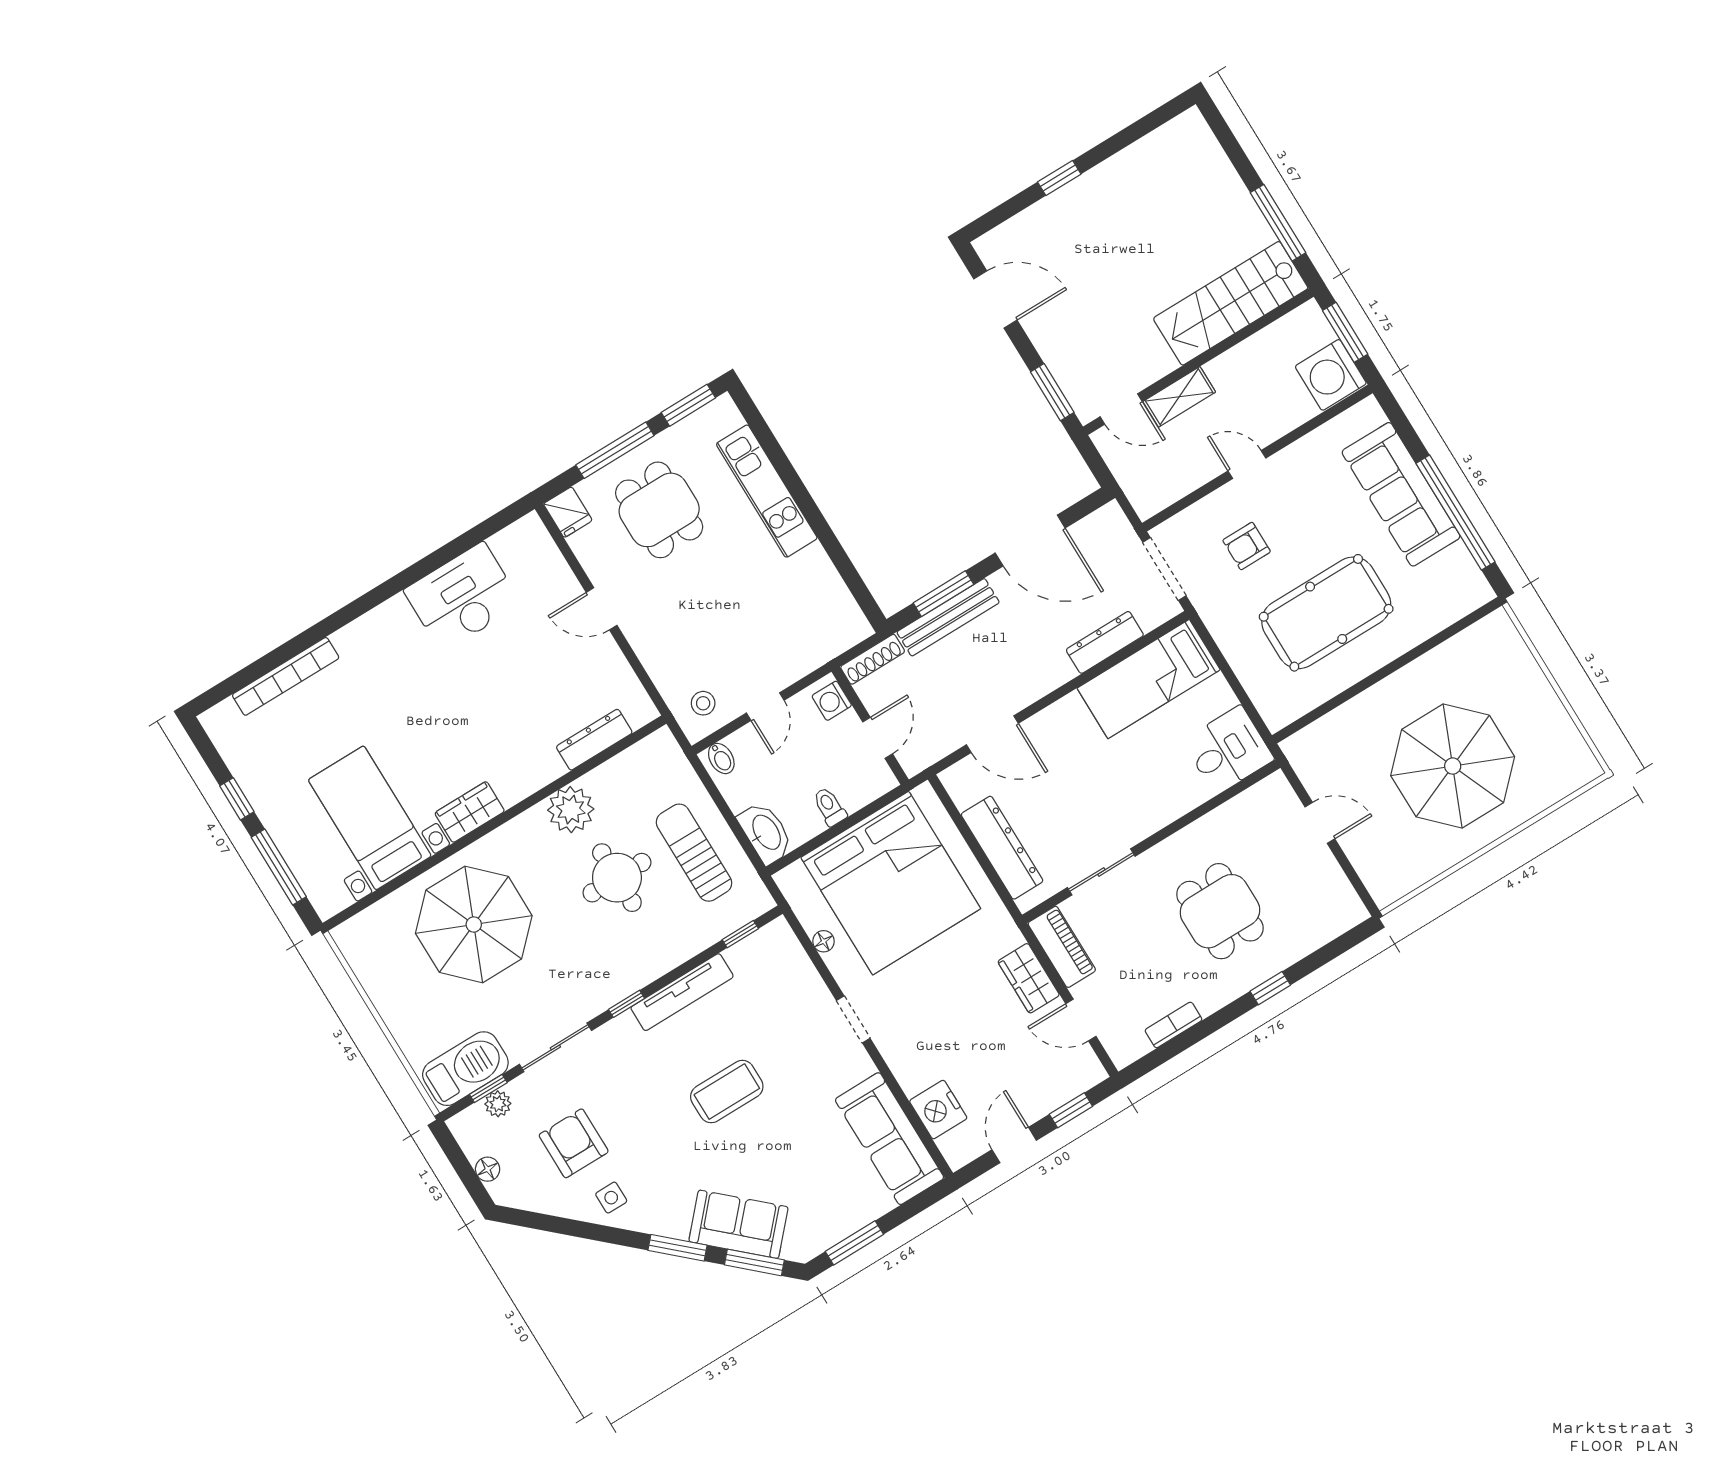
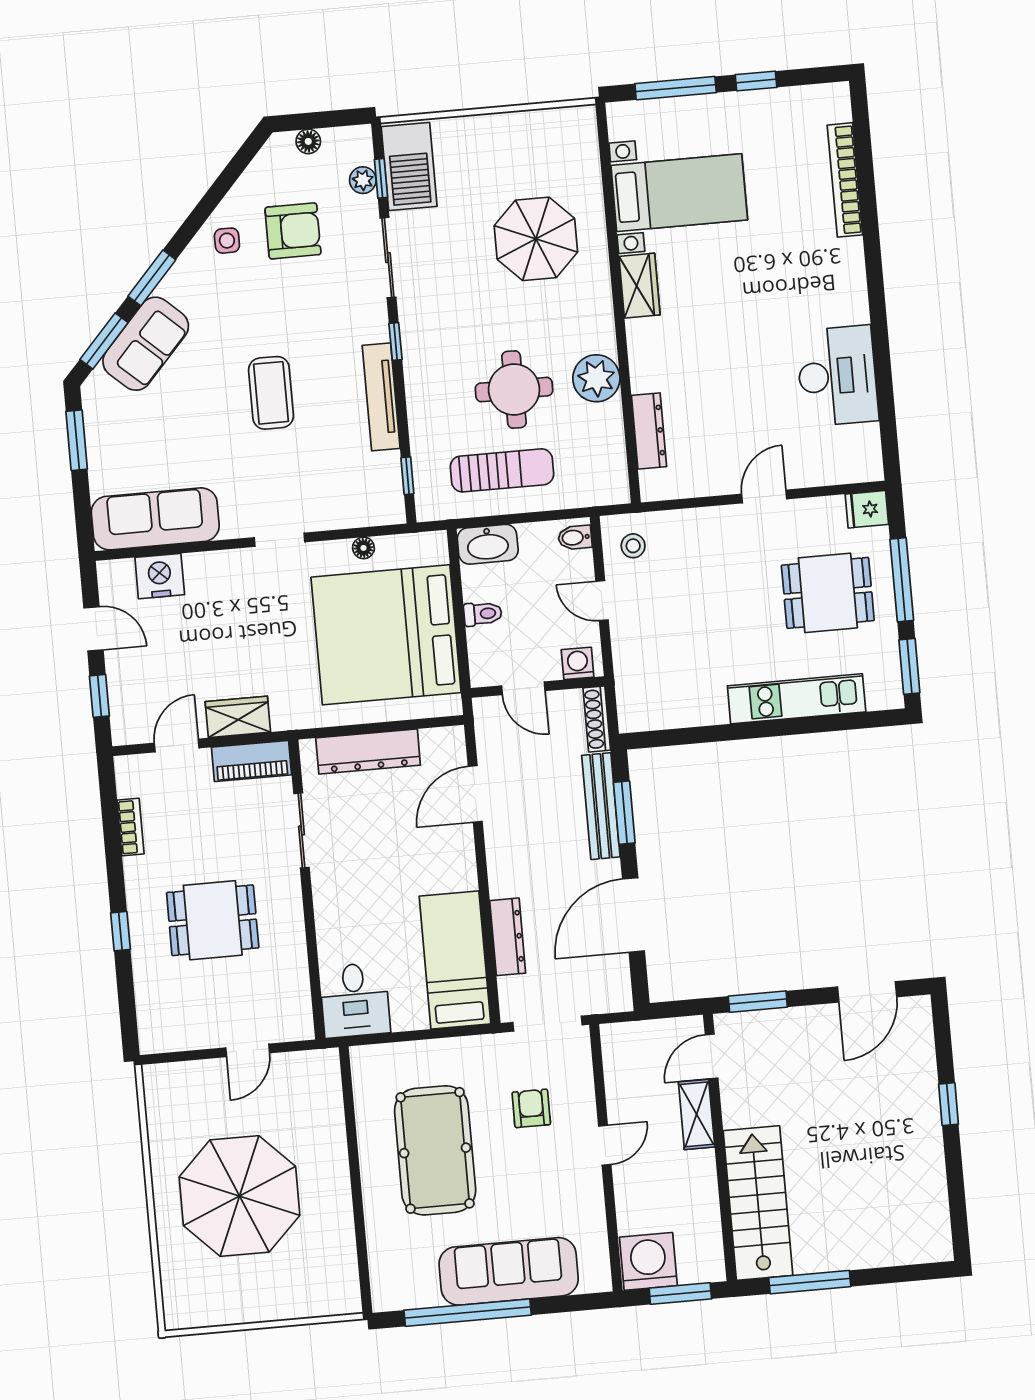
parasol: (474, 924) -> (536, 239), width x0.73, depth x0.73

